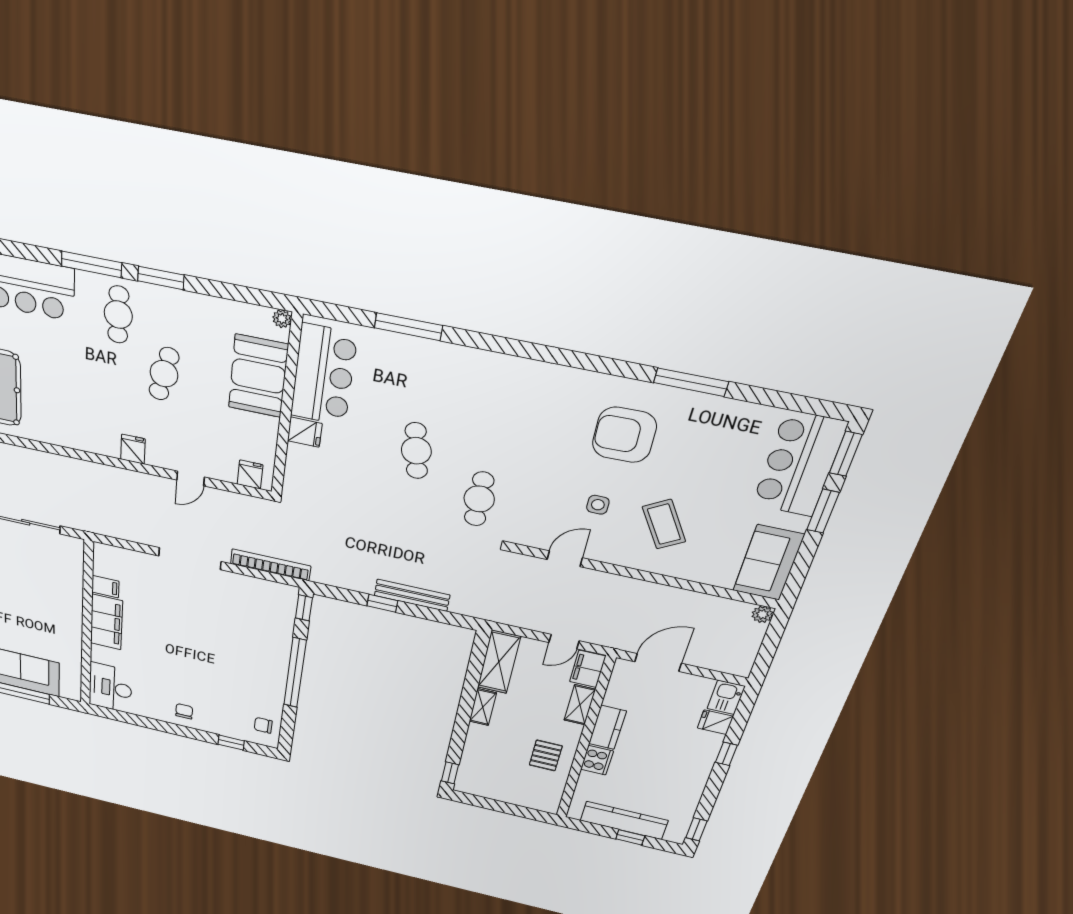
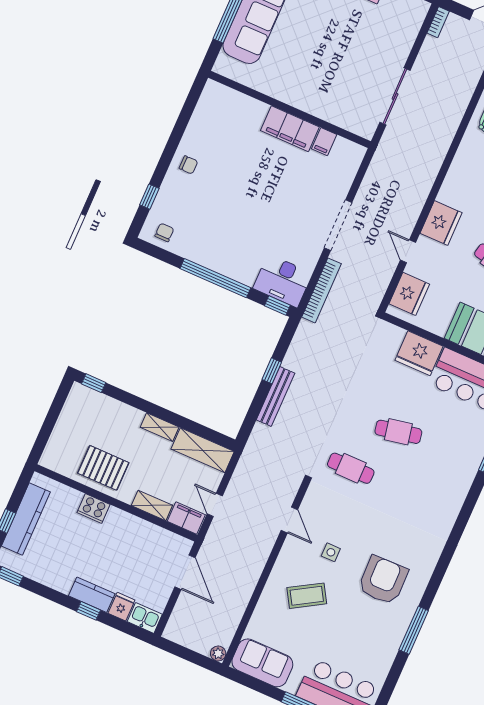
fridge: (305, 432) -> (419, 353), width x1.88, depth x1.34
fridge: (133, 449) -> (441, 223), width x1.88, depth x1.34
fridge: (250, 475) -> (409, 294), width x1.88, depth x1.34
desk: (110, 688) -> (283, 281), moved, turned 180
kitchen counter: (607, 727) -> (92, 595), moved, turned 180
pallet: (546, 755) -> (103, 468), width x1.50, depth x1.42

